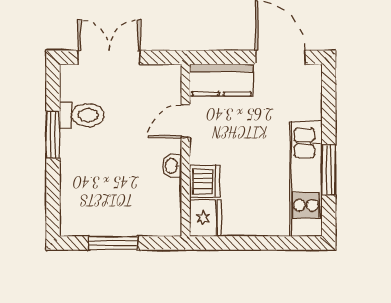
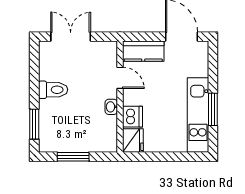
toilet: (82, 115) -> (53, 90), moved
door: (186, 121) -> (120, 78), swing flipped
window: (53, 135) -> (34, 124), moved

